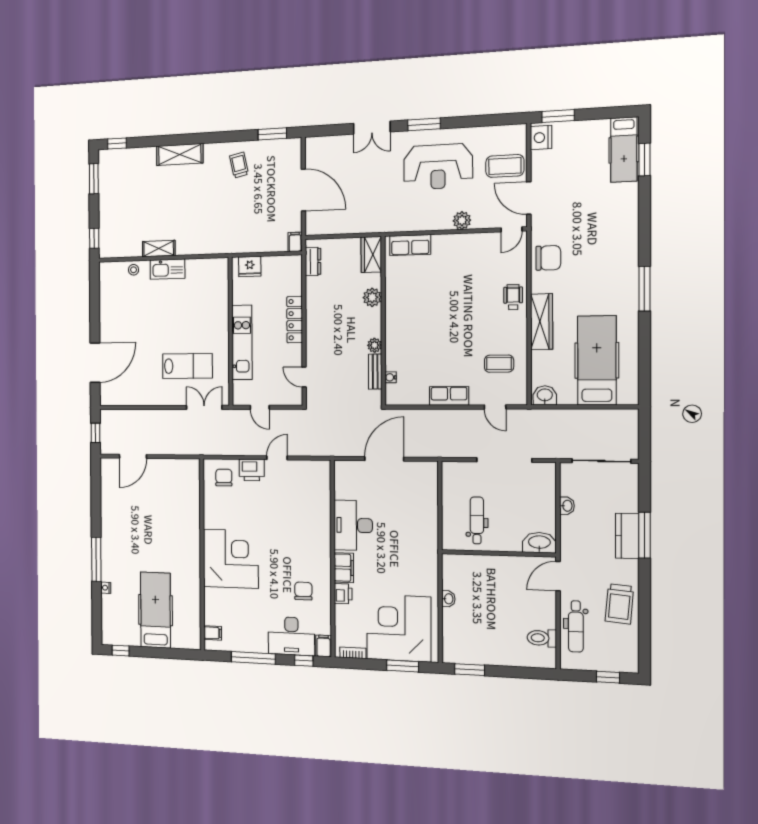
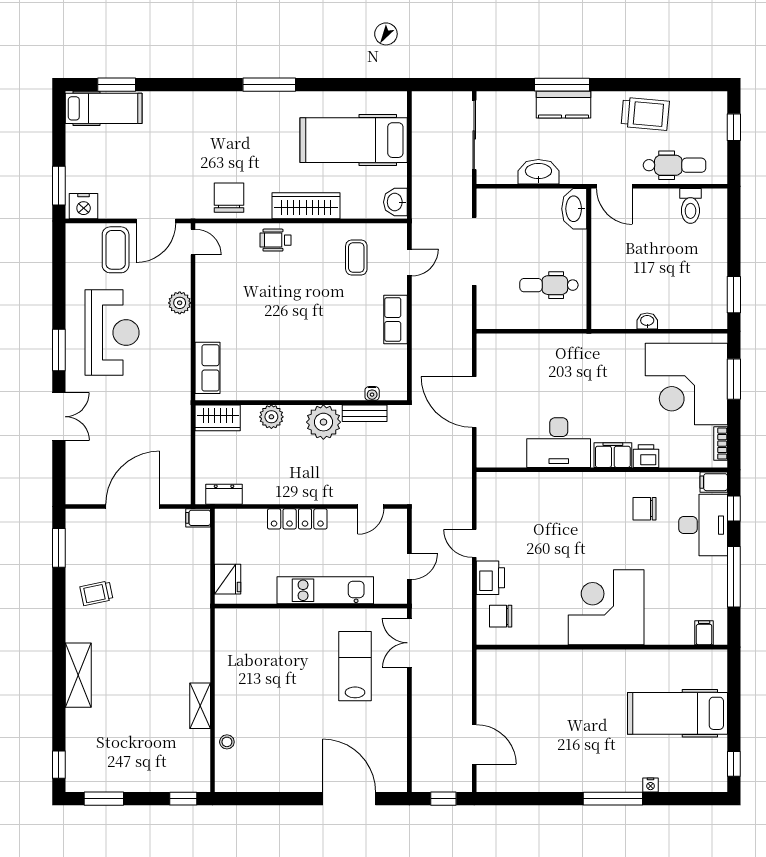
kitchen sink: (167, 269) -> (228, 693), removed
plant: (375, 345) -> (323, 422), width x1.87, depth x1.87
washbasin: (567, 506) -> (538, 172), width x1.91, depth x1.45

